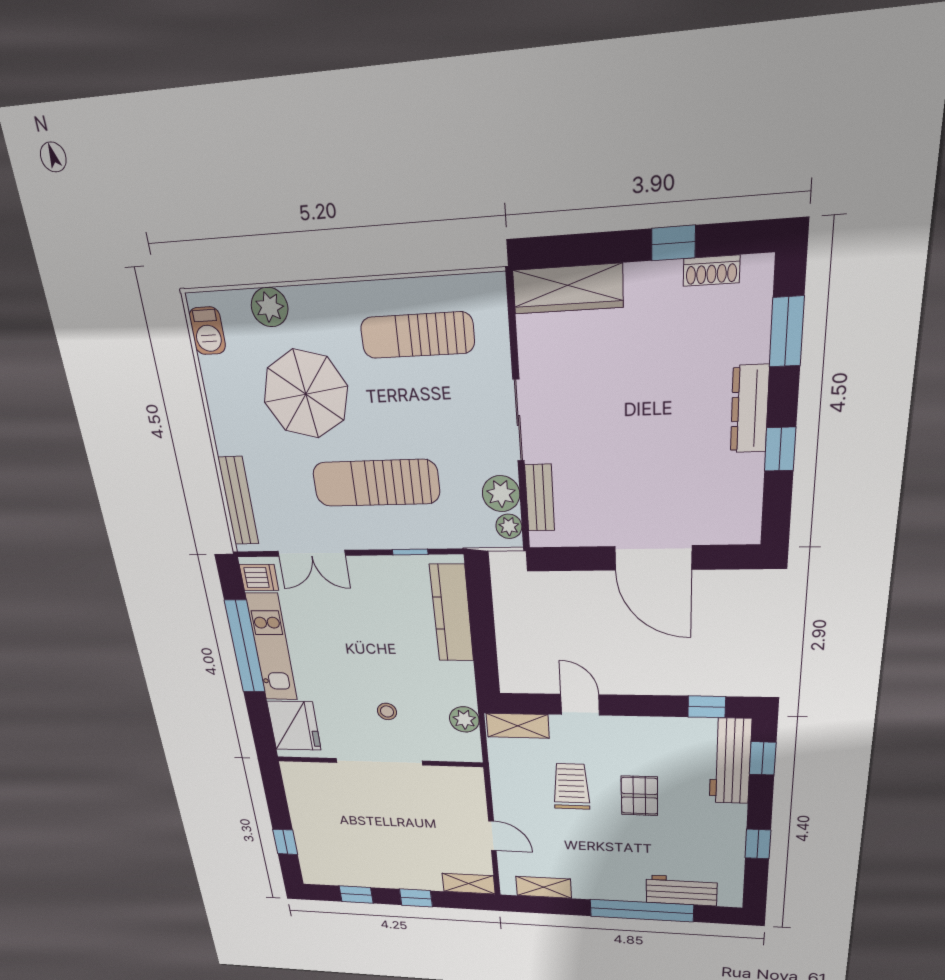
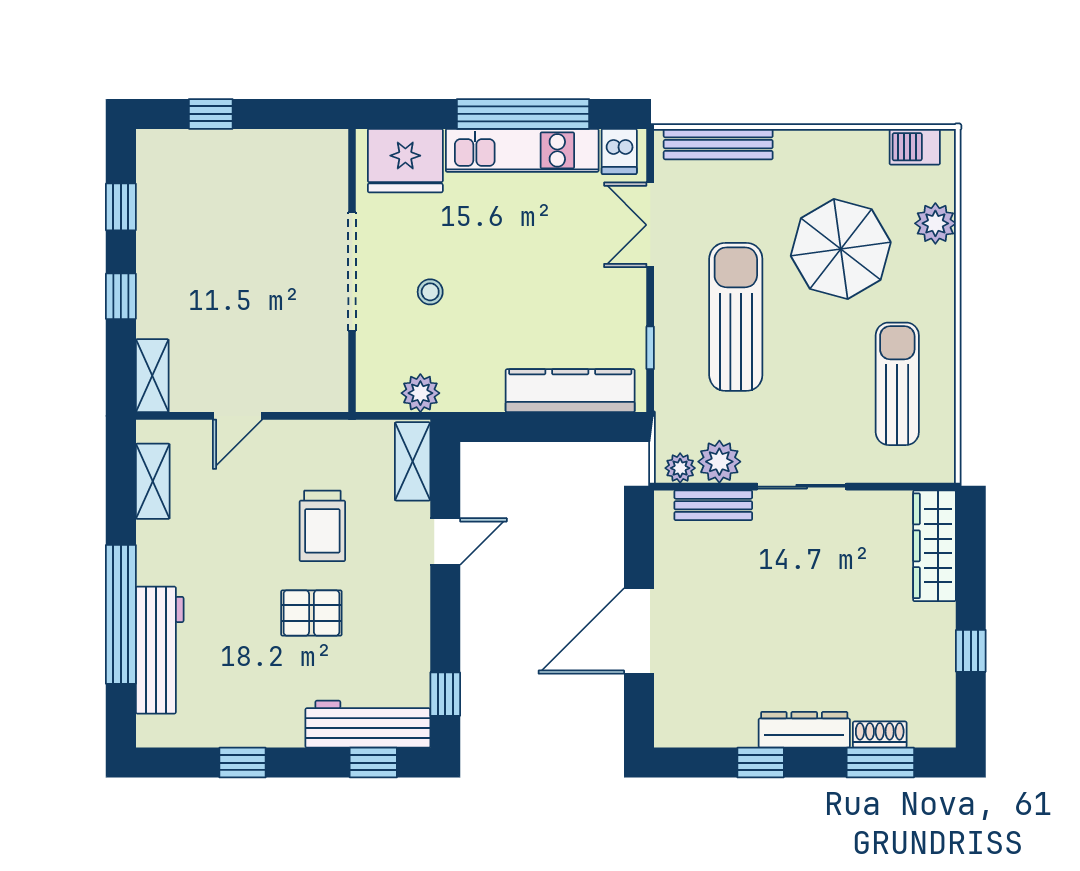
shoe rack: (712, 271) -> (880, 735), moved, turned 90
trolley: (571, 786) -> (322, 526), turned 90
workbench: (681, 891) -> (160, 650), width x1.38

